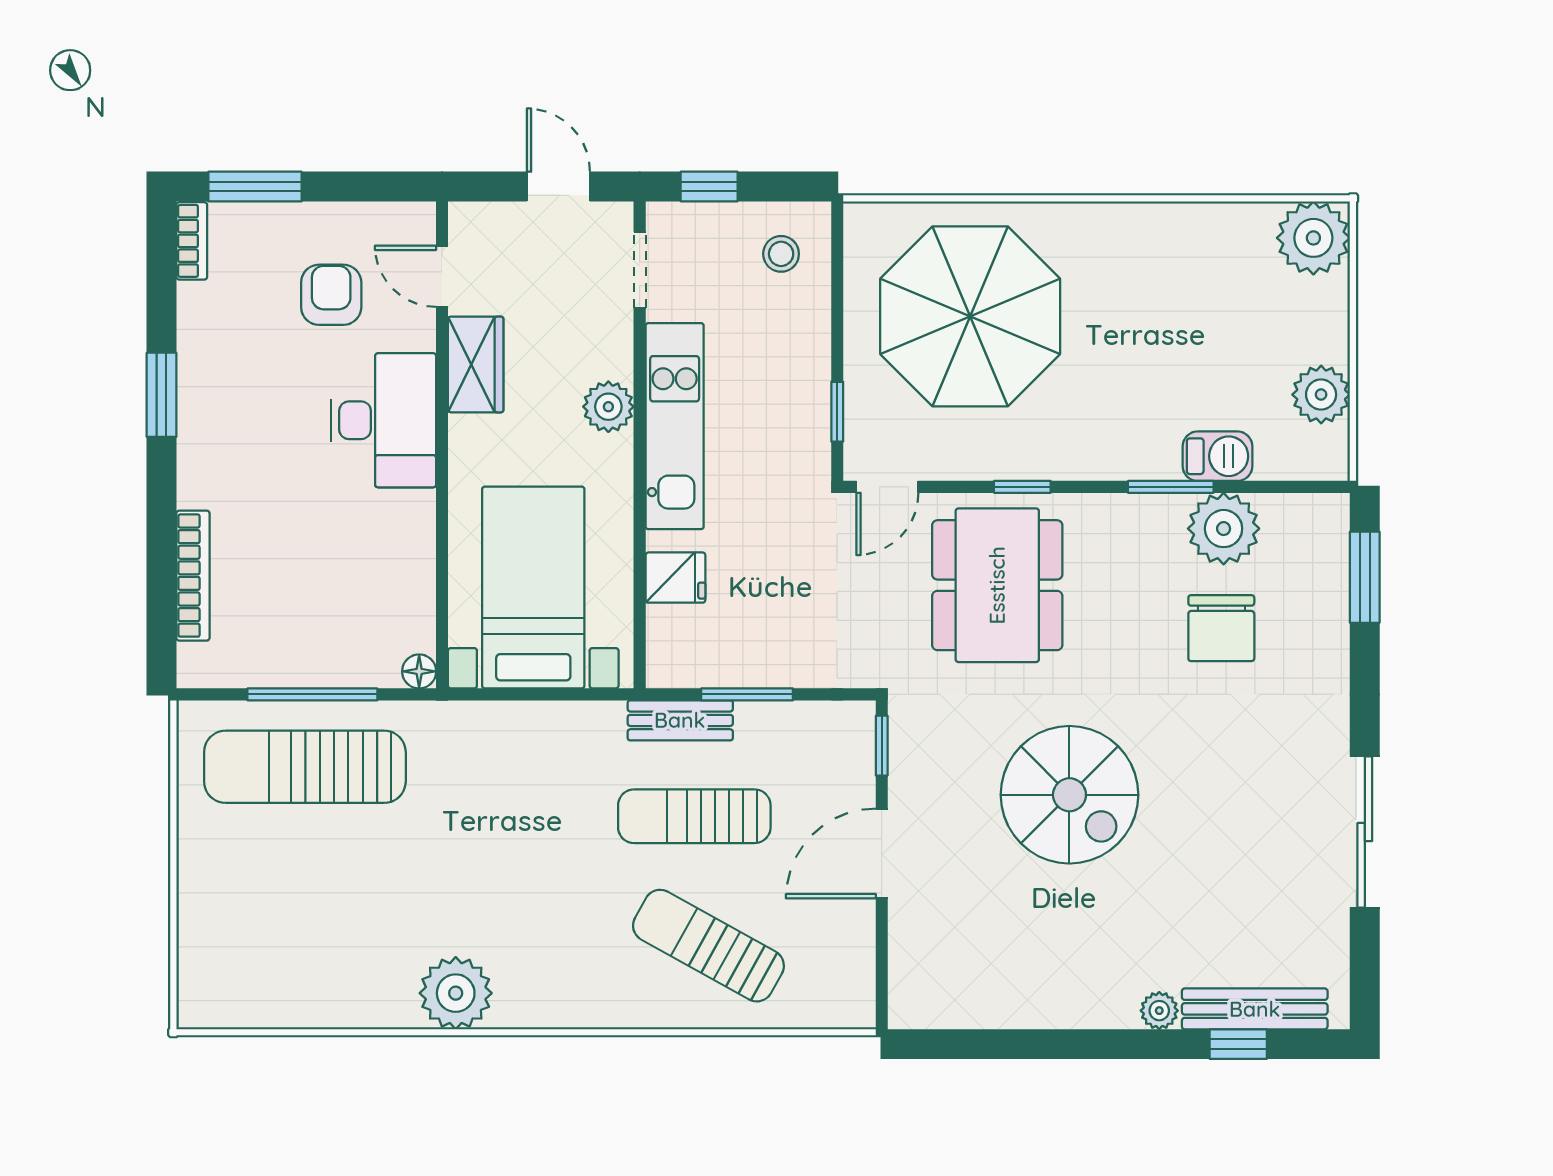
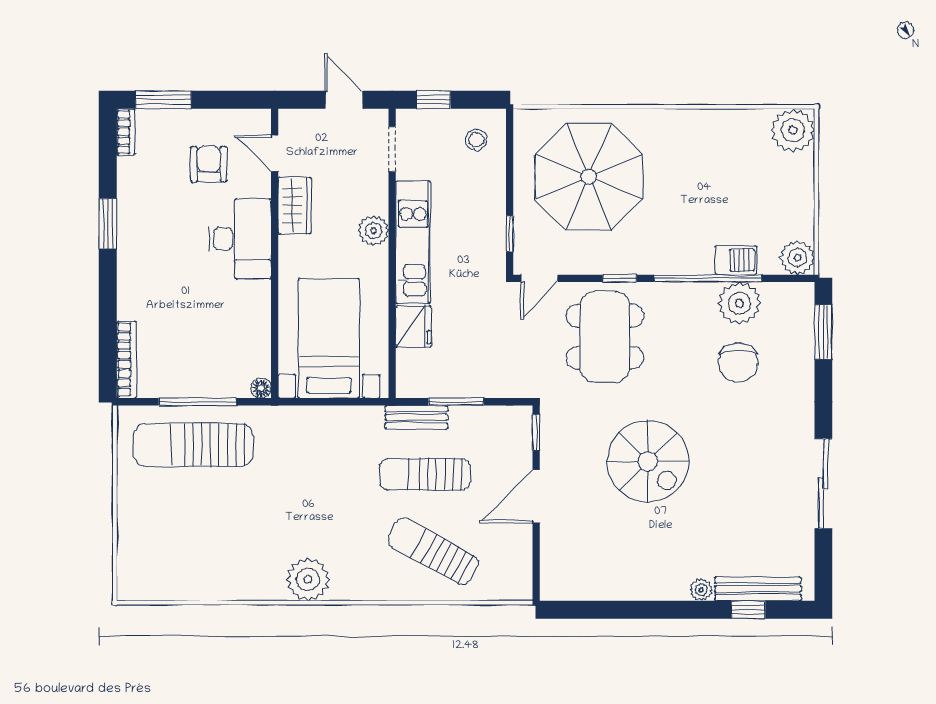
plant: (1321, 395) -> (797, 258), moved
window: (1171, 487) -> (708, 278), width x2.11
bookcase: (193, 576) -> (126, 360), moved
fridge: (675, 578) -> (413, 327), width x1.38
plant: (456, 993) -> (308, 579), moved

